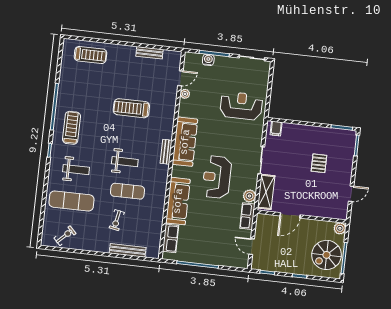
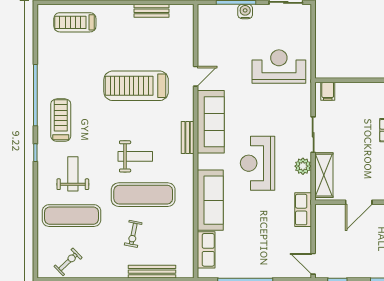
treadmill: (90, 55) -> (75, 22), turned 180
water cooler: (208, 60) -> (245, 12), moved
door: (180, 78) -> (196, 76), moved
plant: (185, 94) -> (204, 59), removed
treadmill: (131, 108) -> (136, 86), width x1.37, depth x1.38
weight bench: (76, 170) -> (73, 174), turned -90
exercise mat: (128, 191) -> (143, 195), width x1.36, depth x1.45
plant: (249, 196) -> (303, 166), moved
door: (252, 247) -> (313, 264), moved

